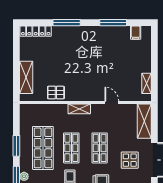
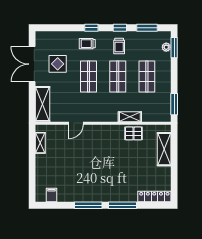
window: (113, 23) -> (88, 205), moved
door: (112, 102) -> (76, 123), hinge flipped
shelving: (79, 109) -> (130, 117), moved
window: (16, 146) -> (174, 104), moved
shop shelf: (43, 148) -> (147, 76), width x0.70, depth x0.74

